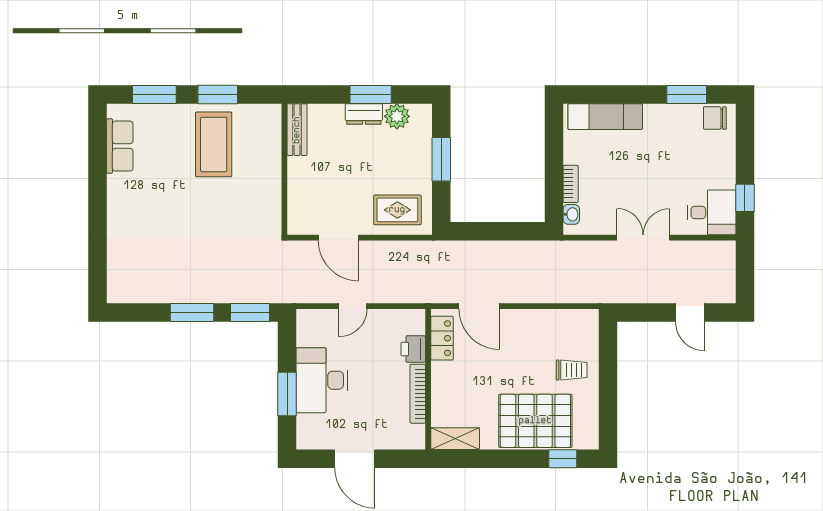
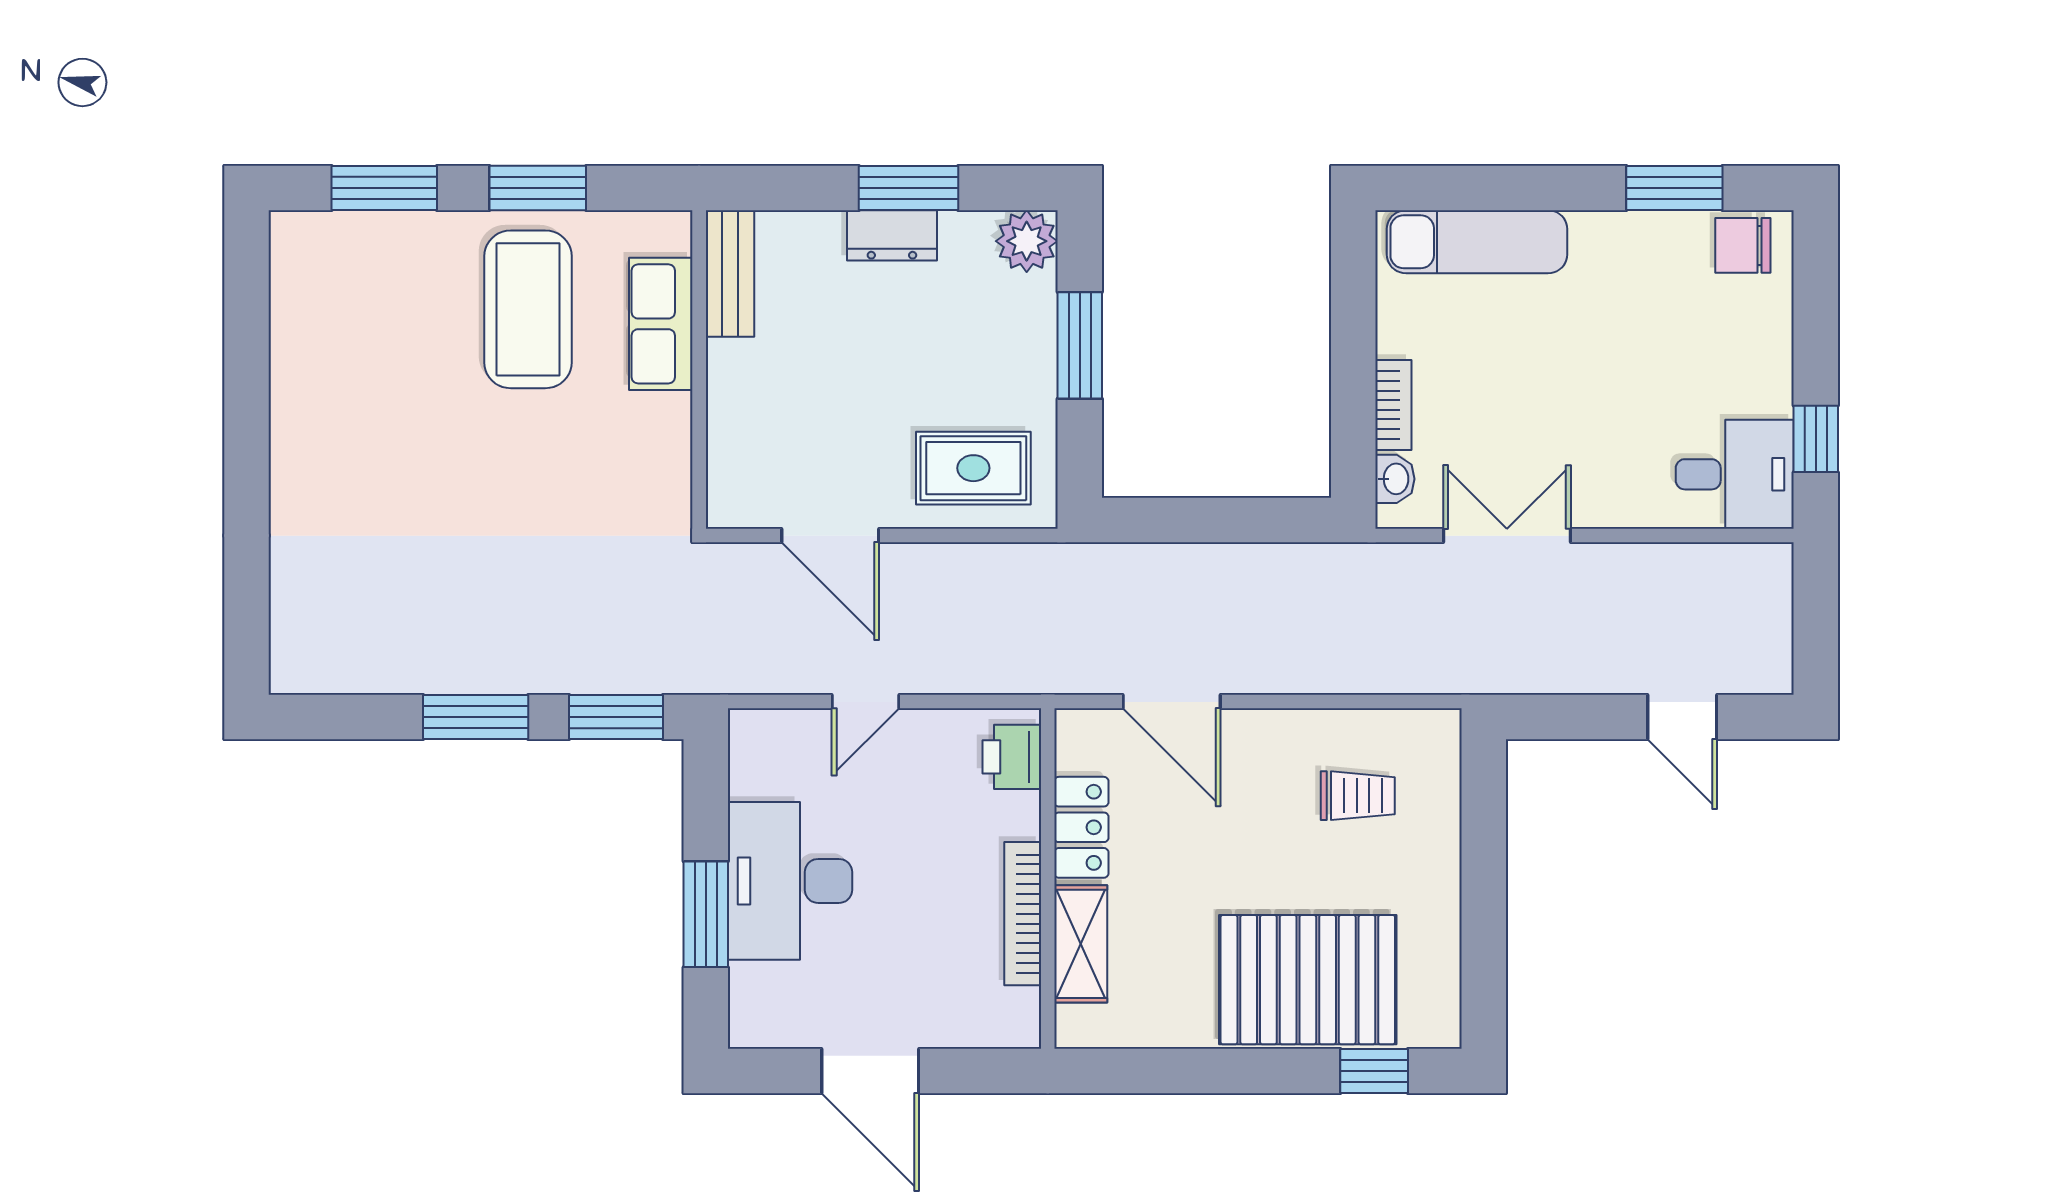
plant: (397, 116) -> (1027, 241), moved
row of seats: (120, 146) -> (661, 324), moved, turned 180
double door: (643, 238) -> (1507, 536), moved
locker: (442, 338) -> (1081, 827), moved
printer: (413, 349) -> (1012, 757), moved
trolley: (572, 370) -> (1358, 796), moved
shelving: (455, 439) -> (1081, 944), moved, turned 90

